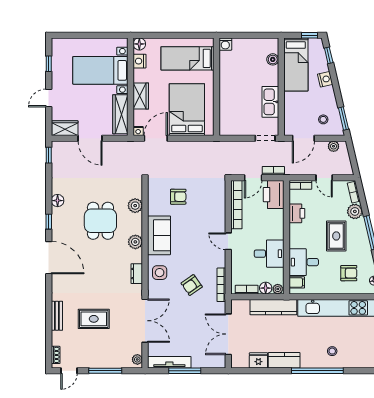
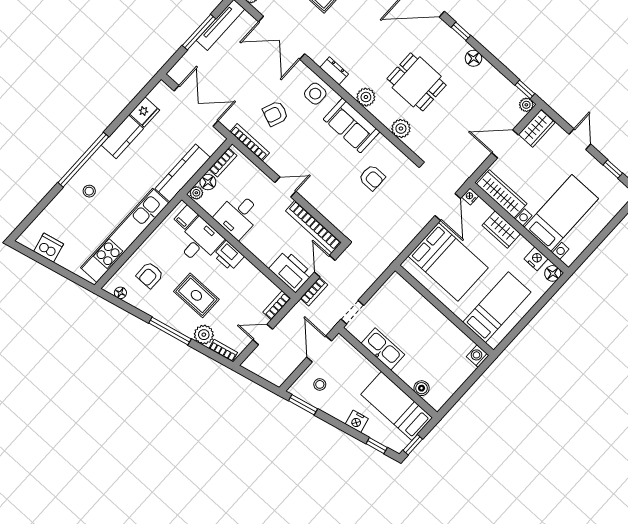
plant: (334, 146) -> (526, 105), moved
armchair: (178, 197) -> (372, 178), turned -90
printer: (297, 213) -> (229, 256), moved
armchair: (192, 285) -> (275, 114), turned -123

